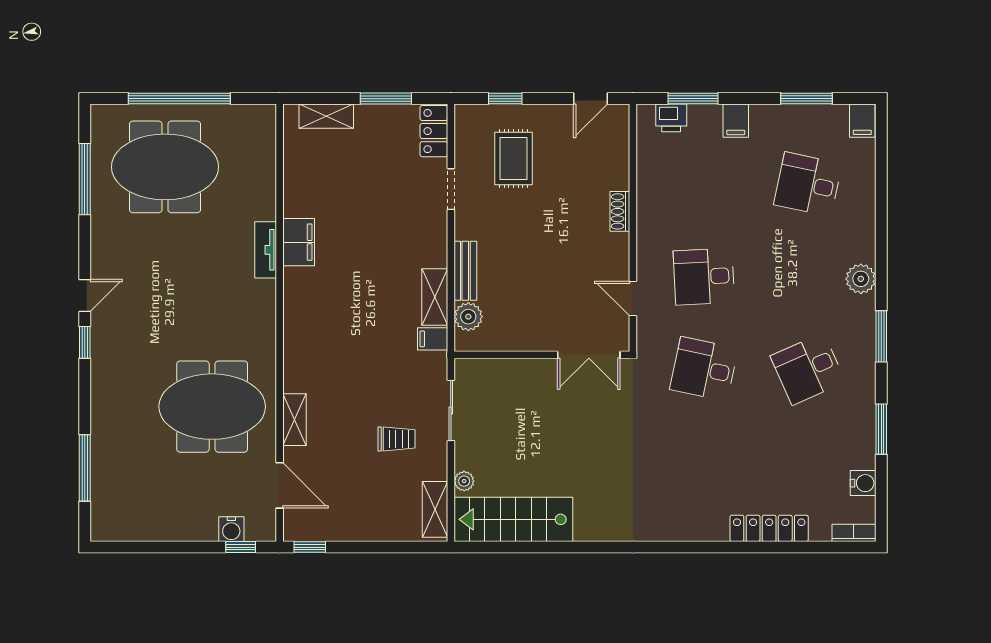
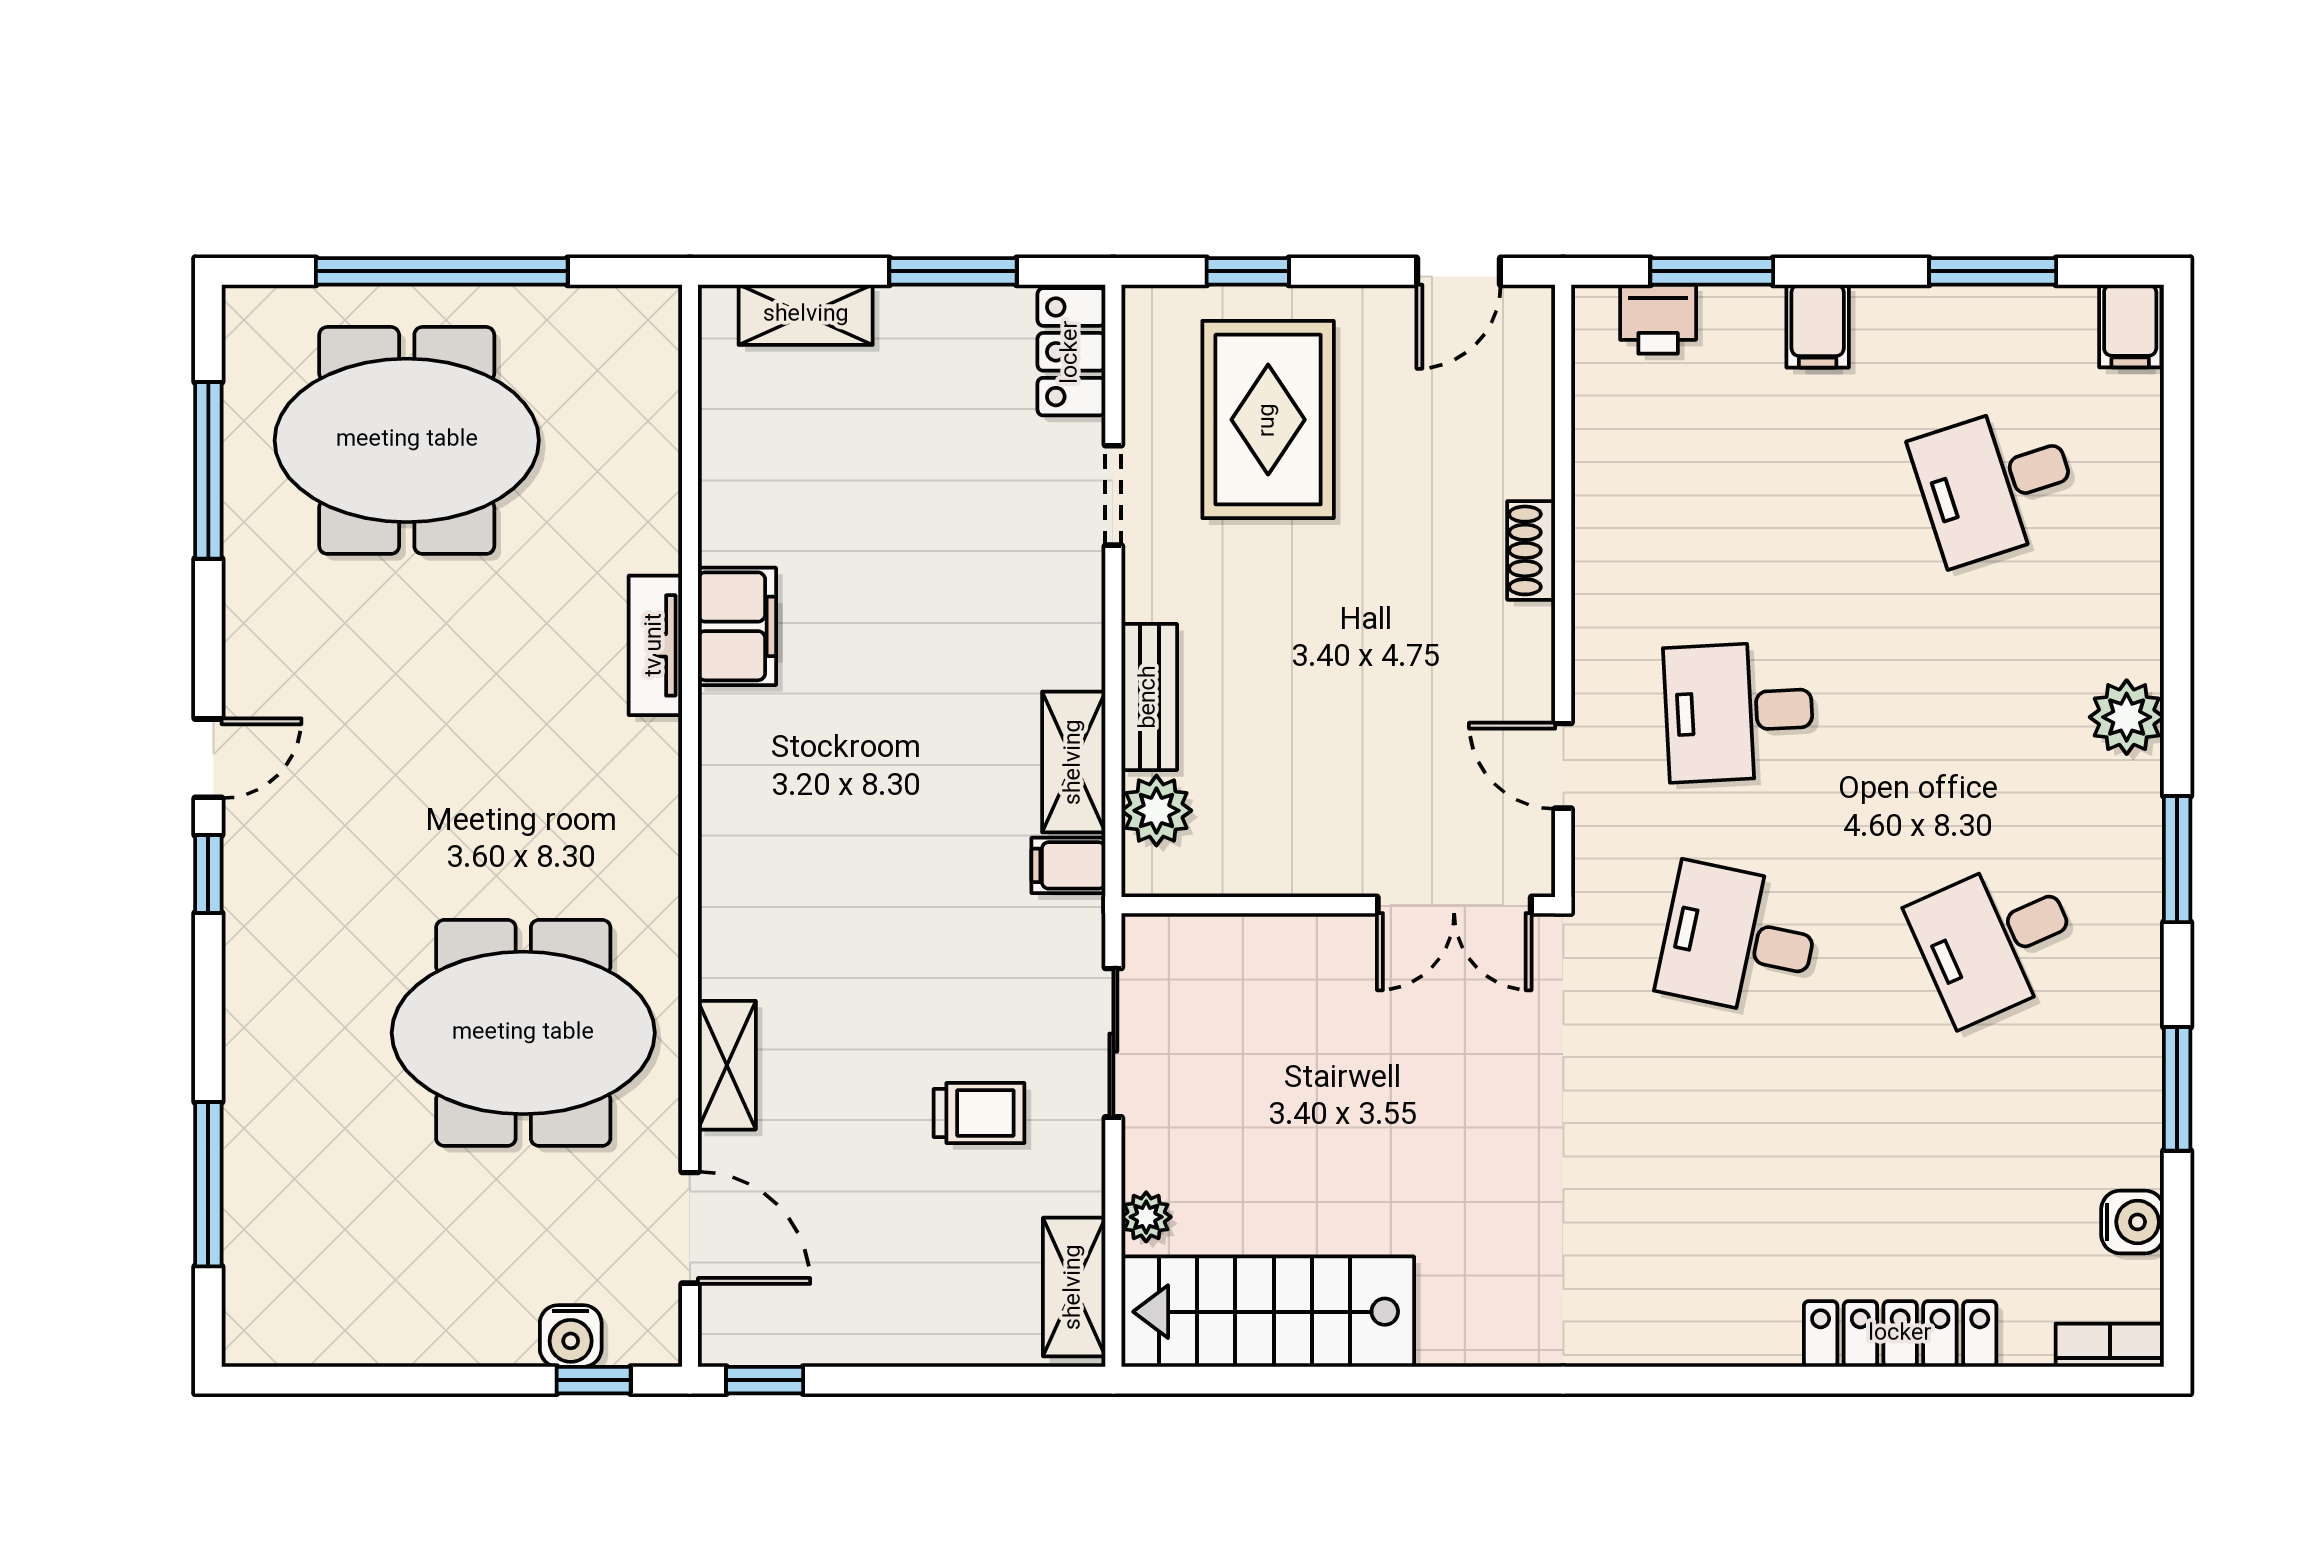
rug: (513, 158) -> (1268, 420), width x1.36, depth x1.43
desk: (808, 184) -> (1996, 483), turned -30

